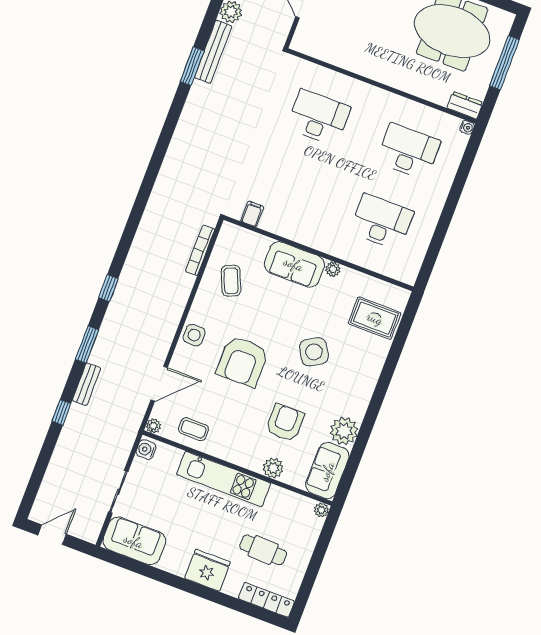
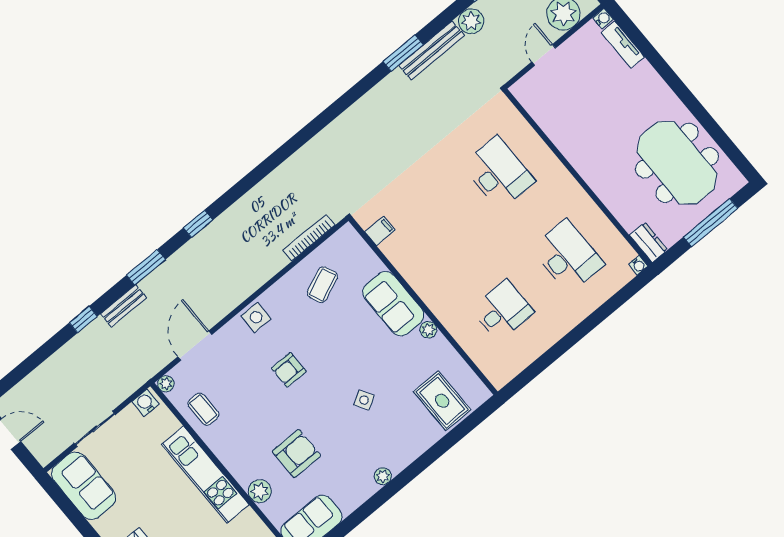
desk: (382, 222) -> (502, 310), width x0.73
side table: (314, 352) -> (364, 400), width x0.54, depth x0.54
armchair: (242, 361) -> (289, 370), width x0.53, depth x0.53
door: (159, 384) -> (195, 346), swing flipped
plant: (344, 431) -> (383, 476), moved, width x0.53, depth x0.53

